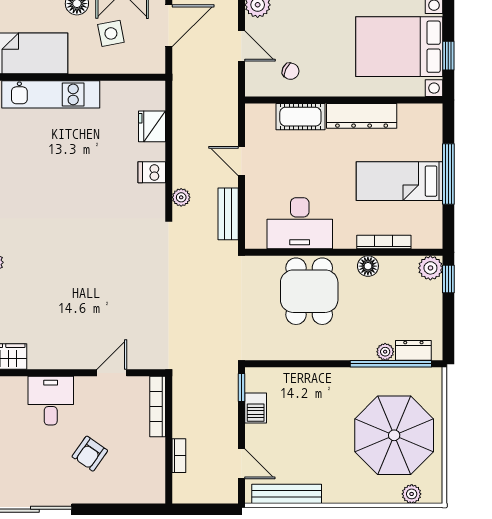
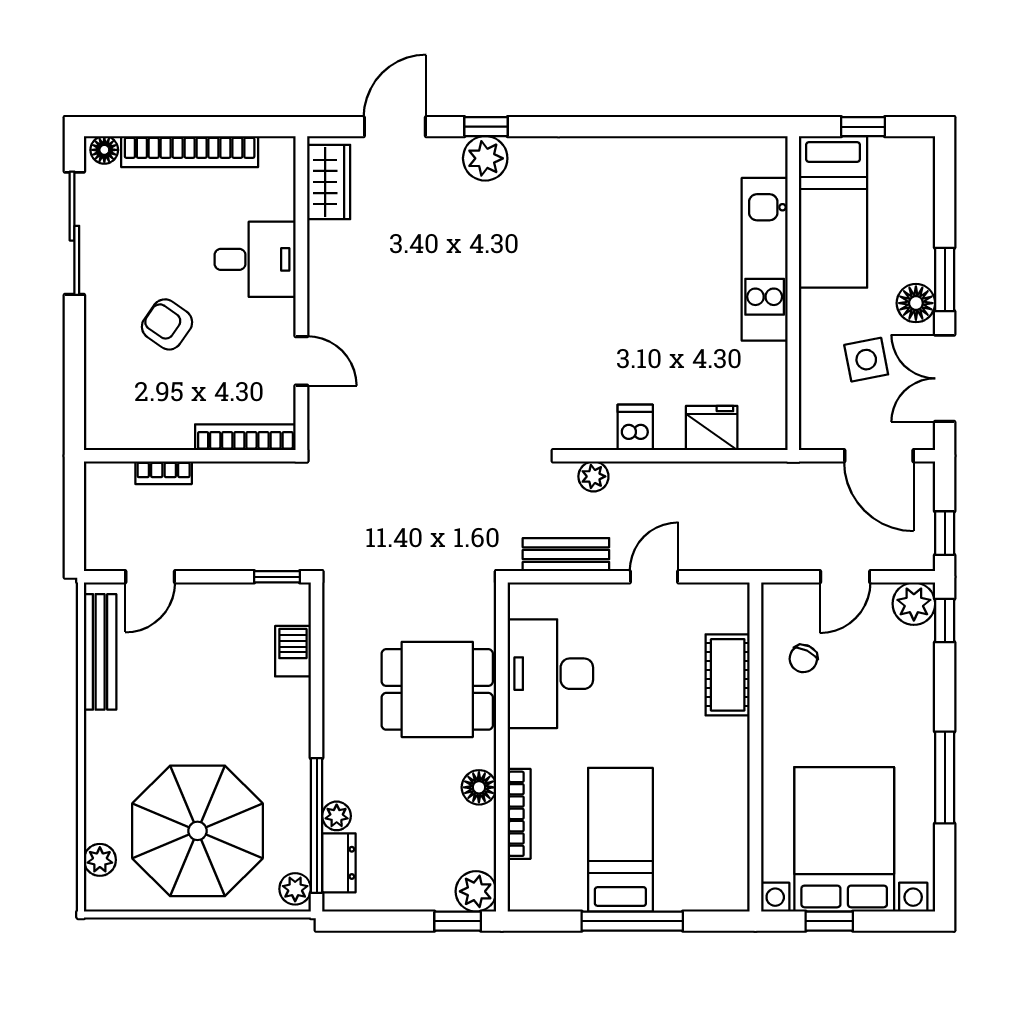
dresser: (362, 116) -> (729, 777), removed
plant: (429, 377) -> (295, 889), added
barbecue: (256, 408) -> (293, 651), moved, turned 90

